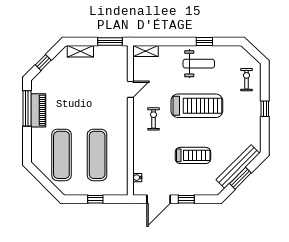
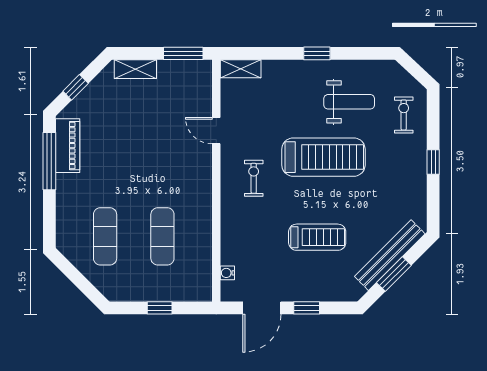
window: (204, 42) -> (317, 53), moved
weight bench: (199, 64) -> (349, 102), moved
door: (130, 89) -> (216, 131), swing flipped
piano: (38, 110) -> (68, 146), moved
exercise mat: (61, 155) -> (105, 236), width x0.73, depth x0.69
exercise mat: (97, 155) -> (162, 236), width x0.73, depth x0.69

